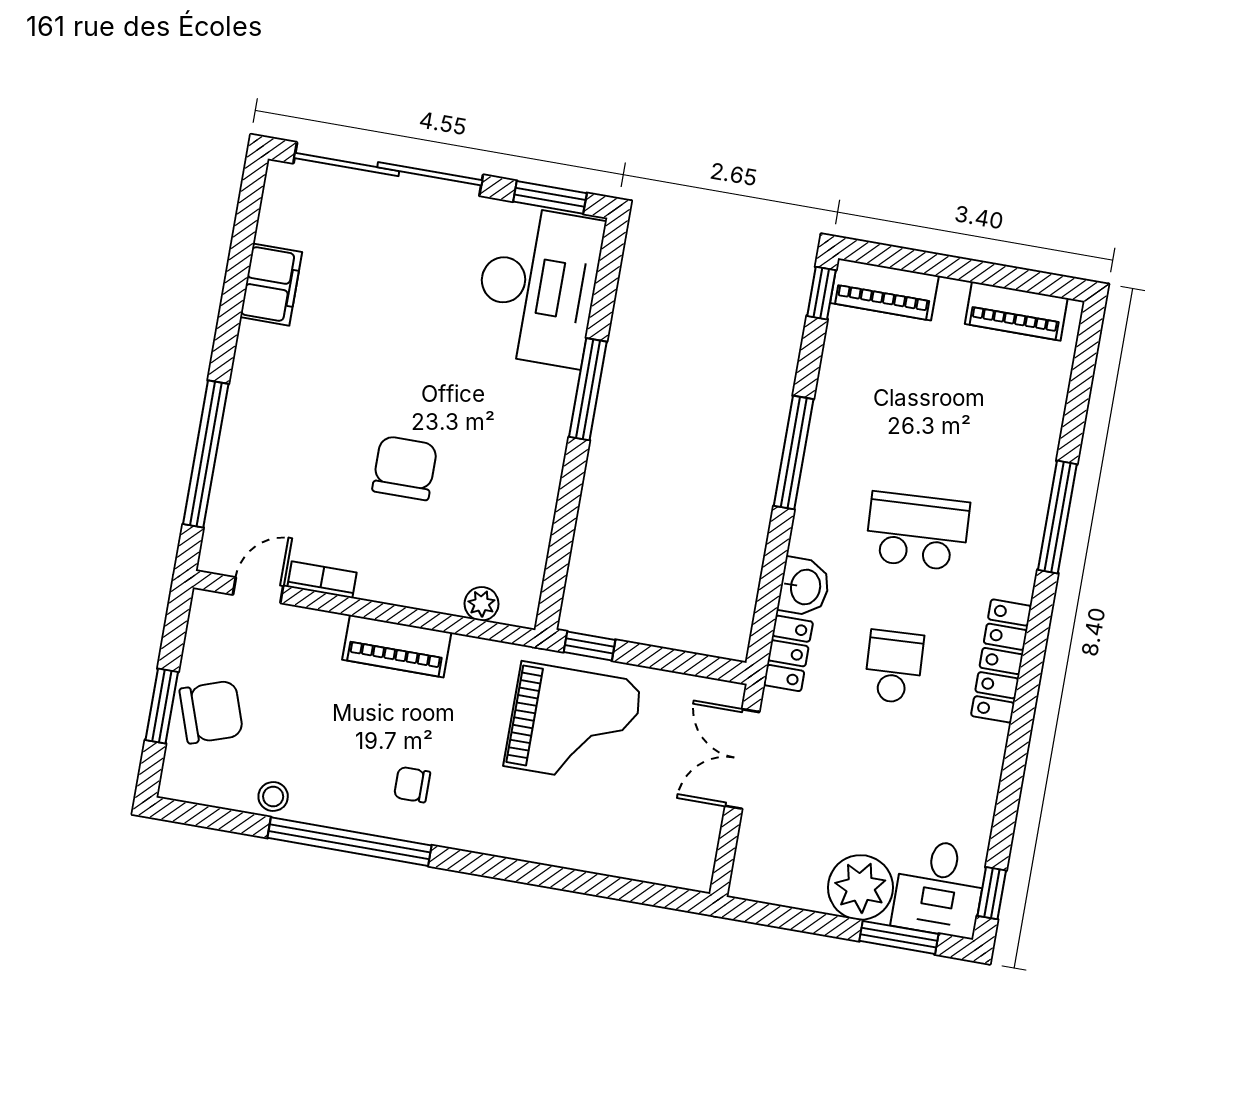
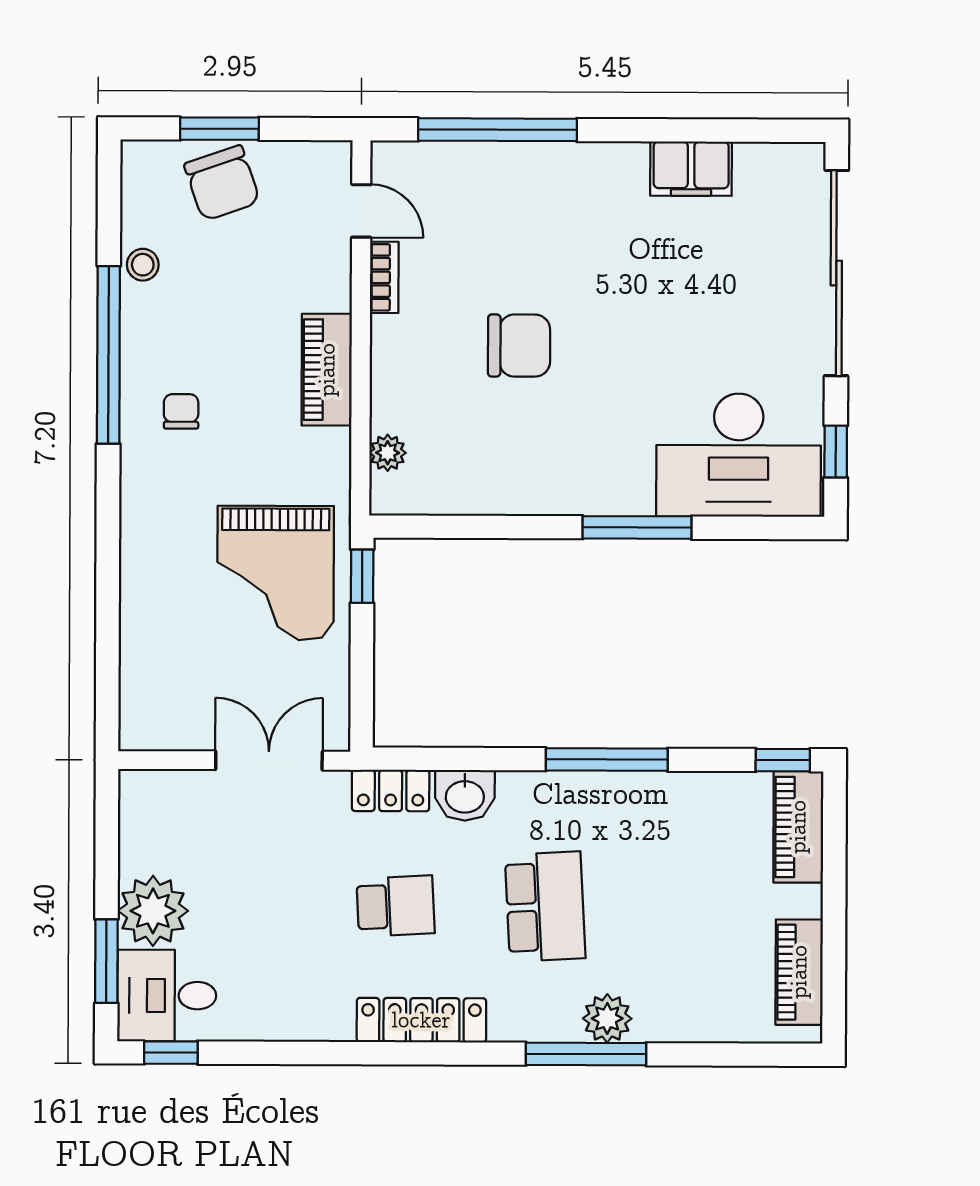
window: (550, 197) -> (836, 452), width x0.67
plant: (1028, 492) -> (607, 1018), added

